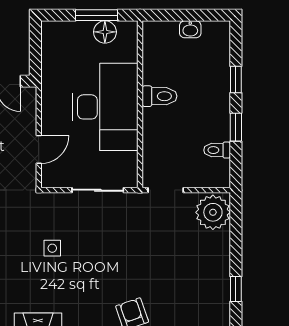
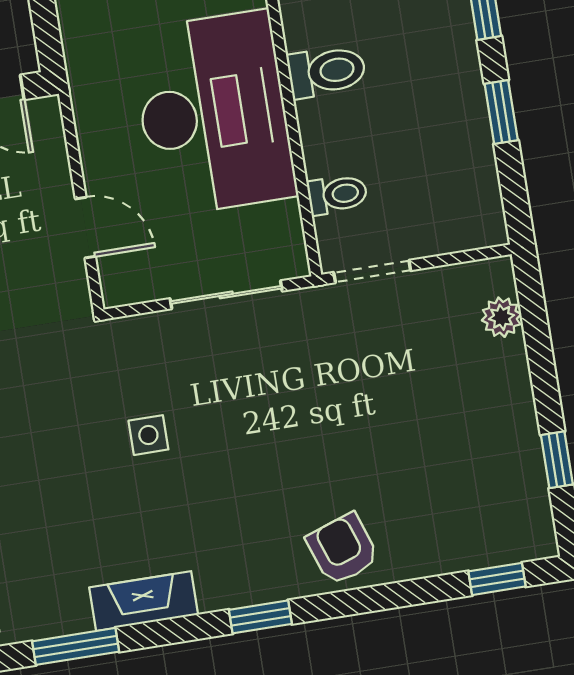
door: (39, 149) -> (85, 228), hinge flipped
toilet: (217, 150) -> (337, 194), moved, turned 180
plant: (213, 212) -> (502, 317), width x0.53, depth x0.53

